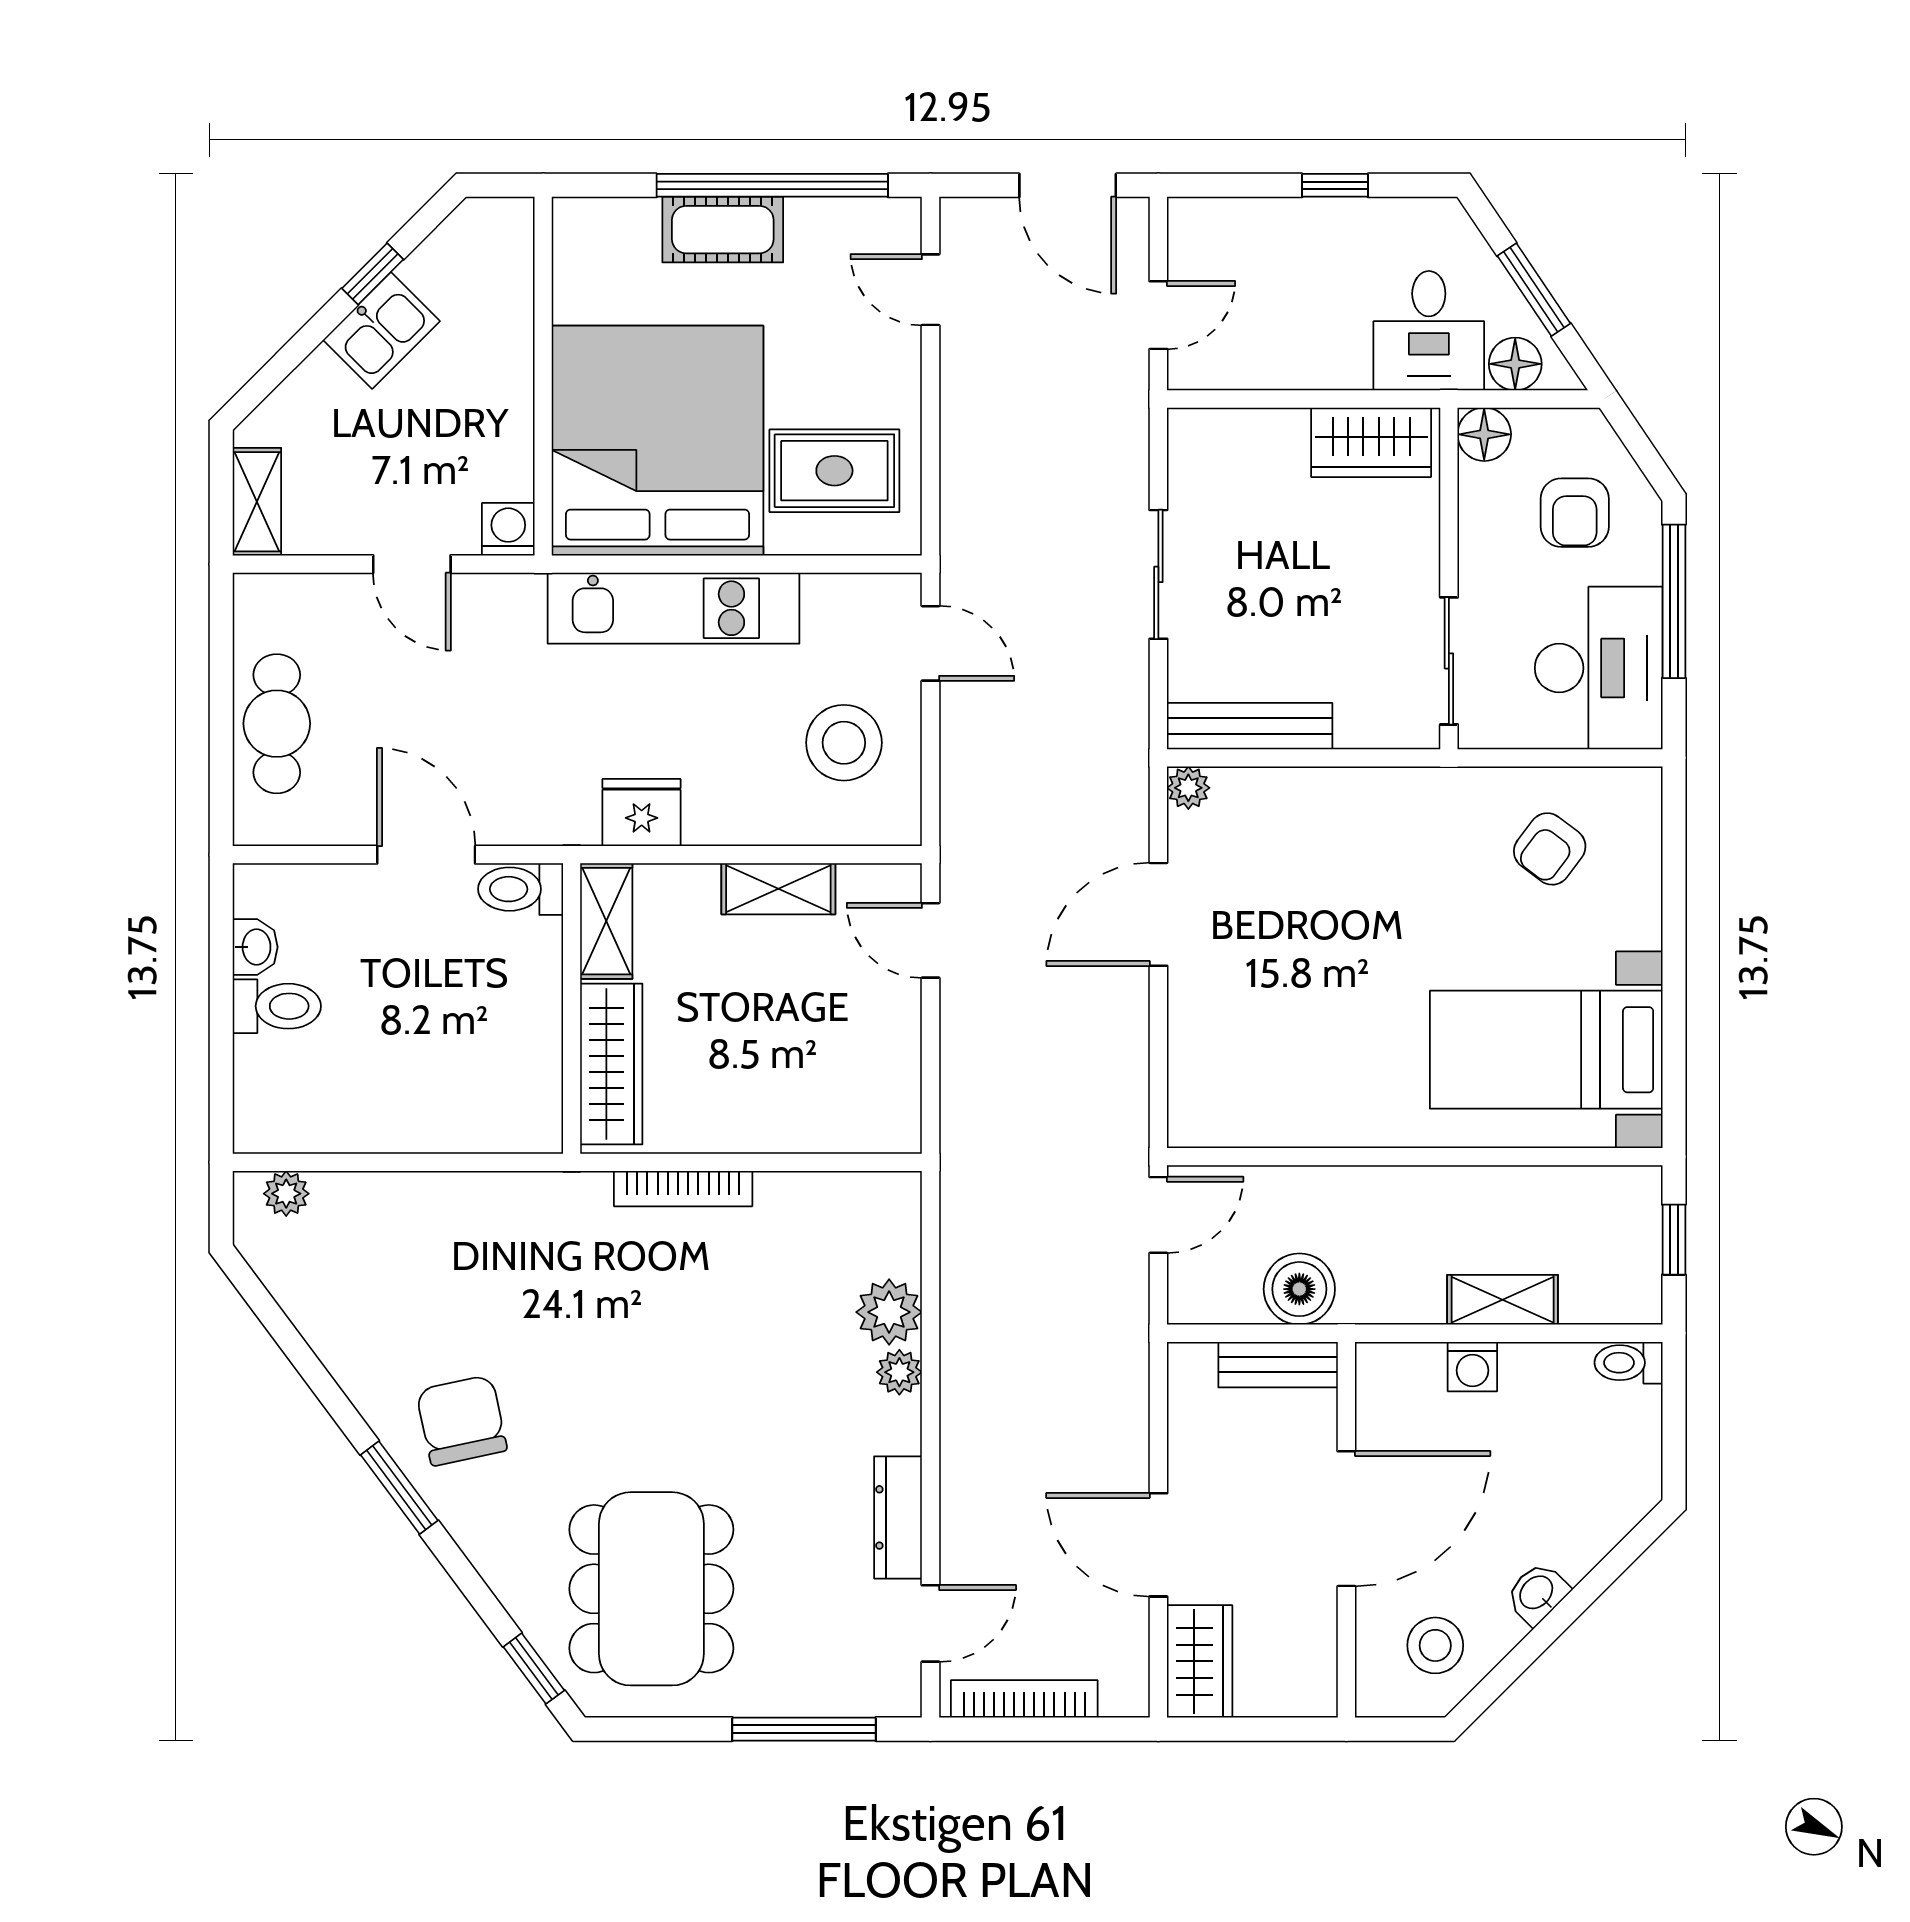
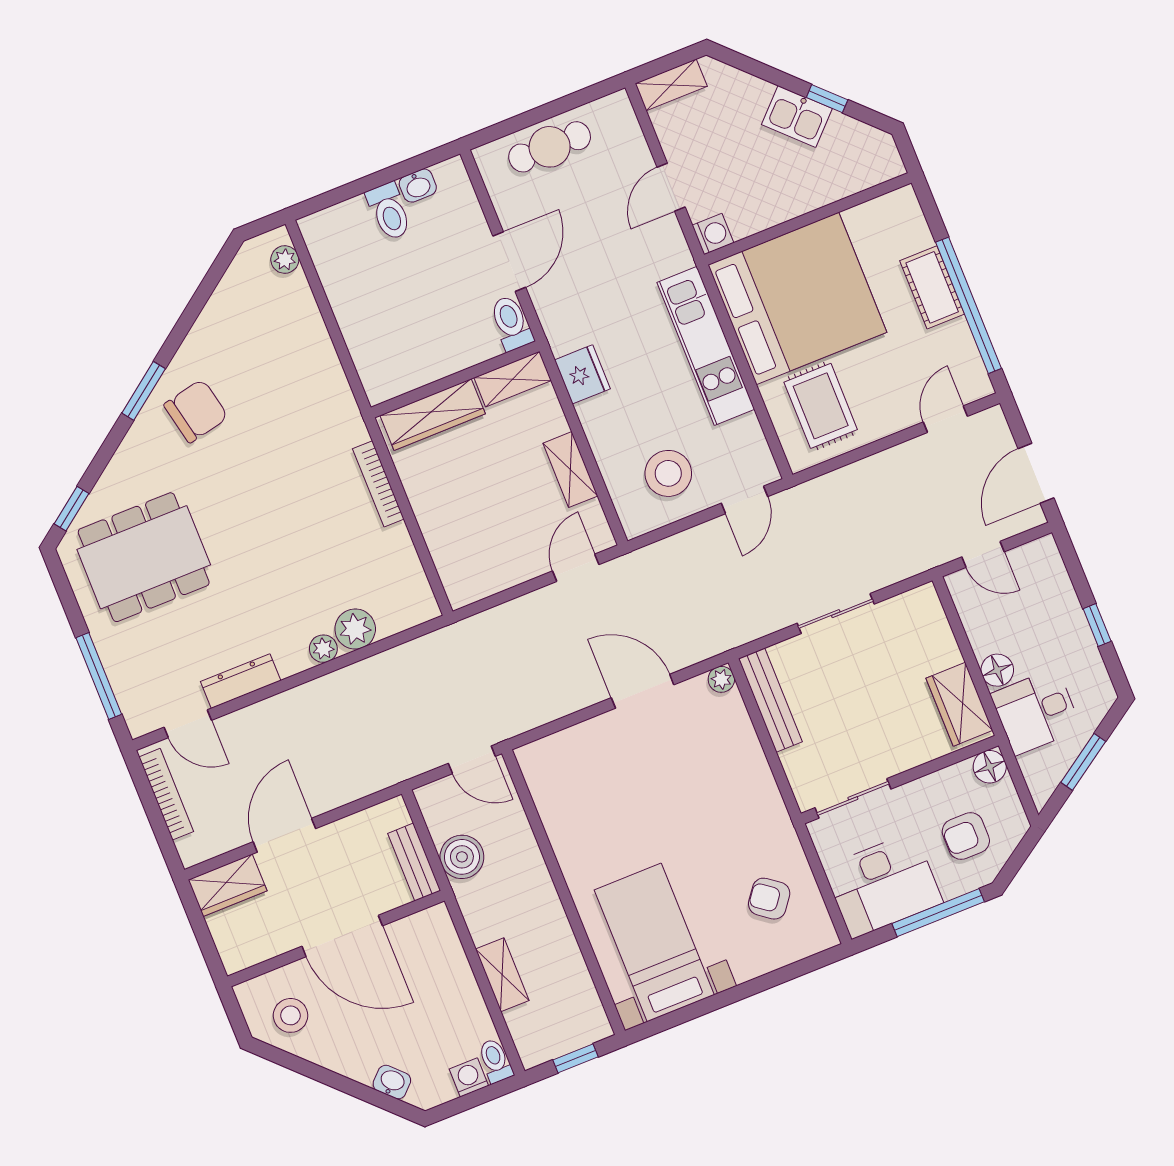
floor lamp: (1515, 364) -> (997, 670), moved
washing machine: (1472, 1367) -> (469, 1077), moved, turned 90
washbasin: (1537, 1593) -> (392, 1082), moved

